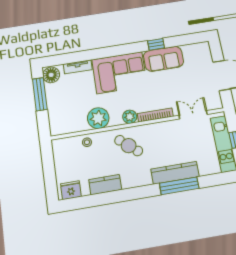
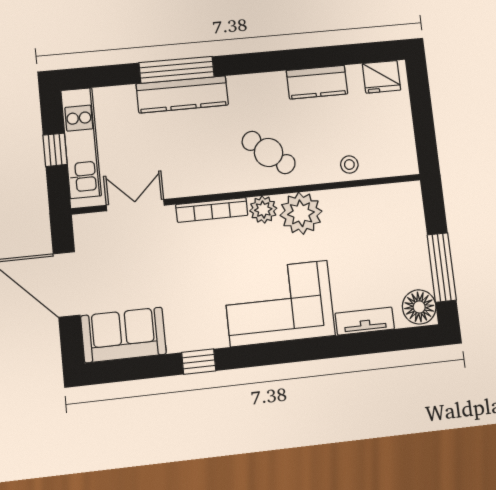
sofa: (163, 59) -> (123, 335), moved
double door: (193, 115) -> (135, 205), swing flipped
plant: (98, 118) -> (301, 213), moved

